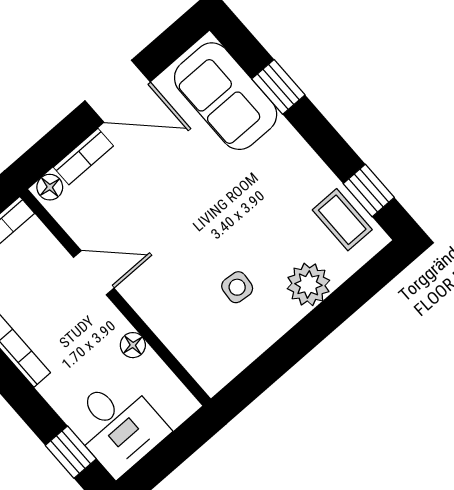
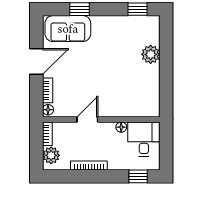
coffee table: (342, 220) -> (139, 26), removed
side table: (237, 287) -> (132, 78), removed
desk: (118, 425) -> (144, 139), moved, turned -90

